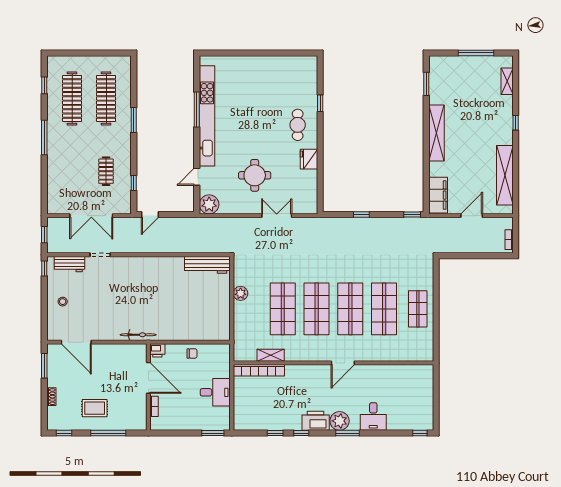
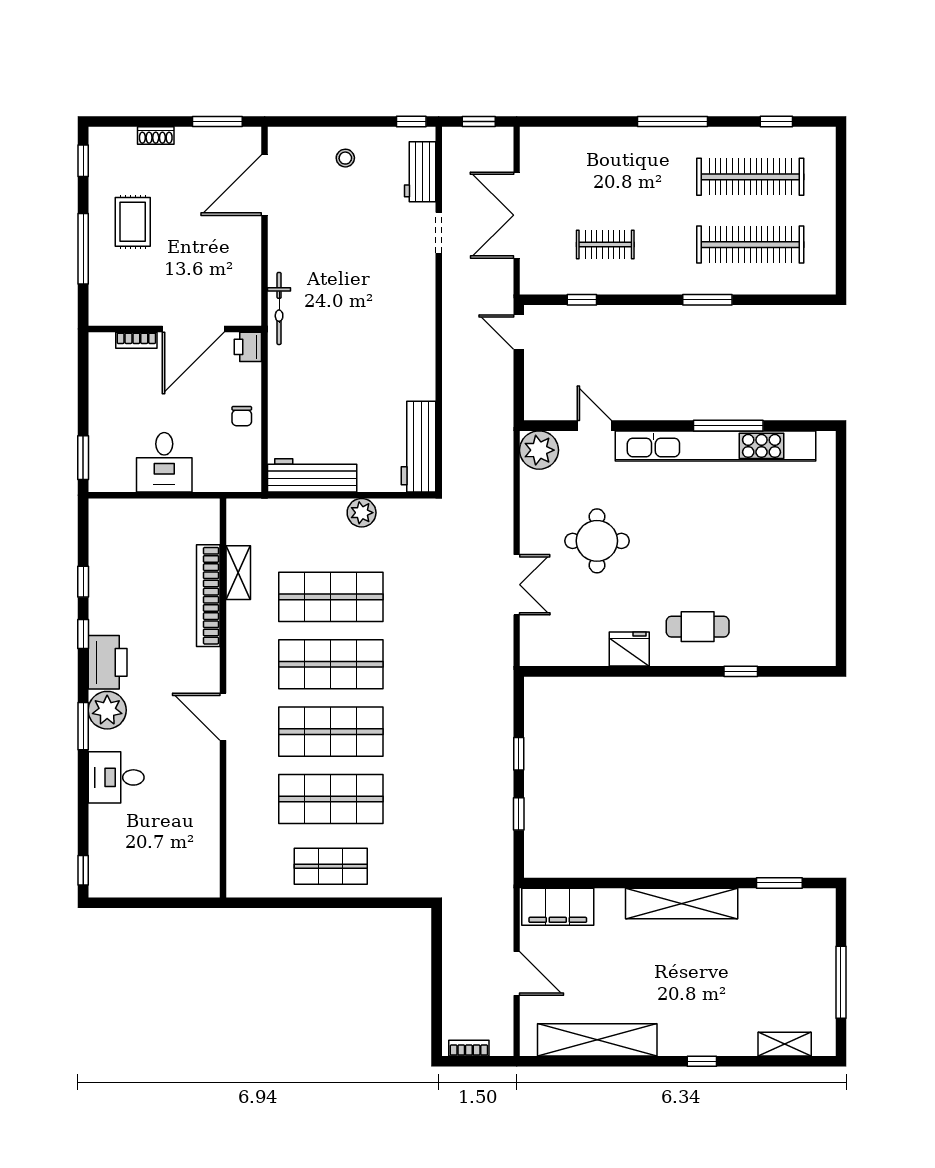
window: (412, 215) -> (519, 814), moved
workbench: (222, 318) -> (312, 475), added
bookcase: (259, 370) -> (208, 596), moved

